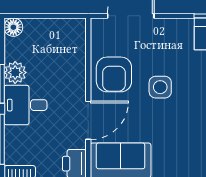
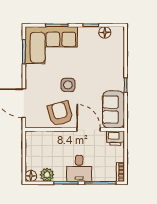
plant: (15, 73) -> (47, 175), moved
armchair: (114, 74) -> (60, 114), turned -105

